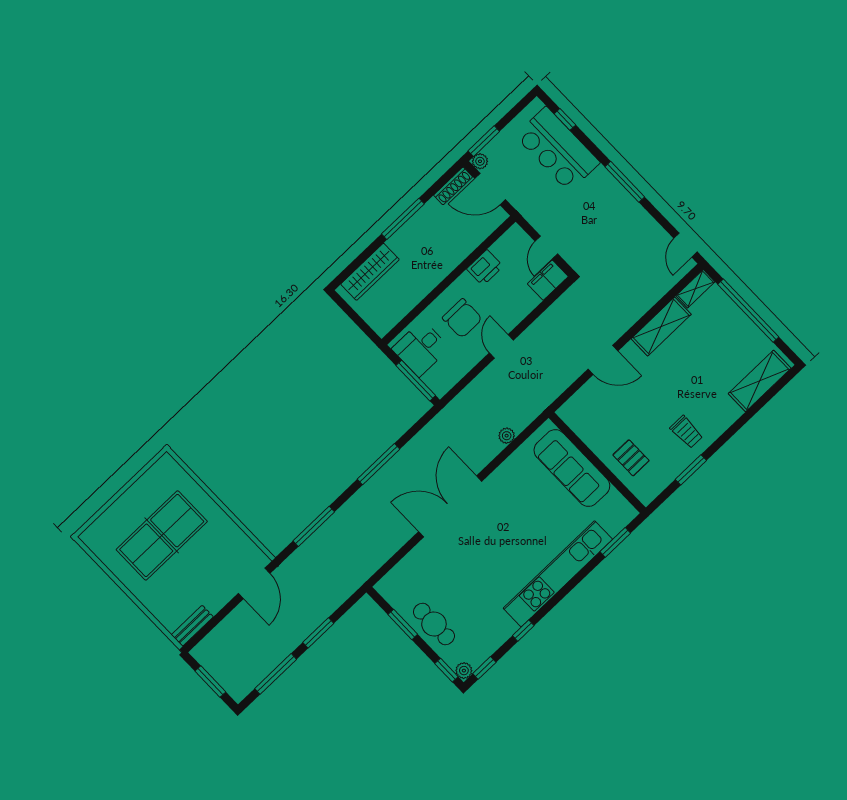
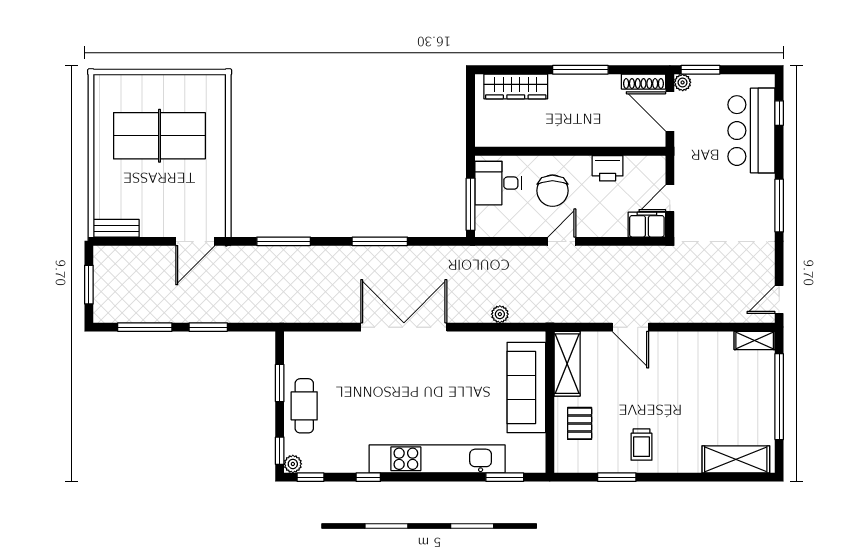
shelving: (661, 326) -> (567, 364), moved, turned 90

